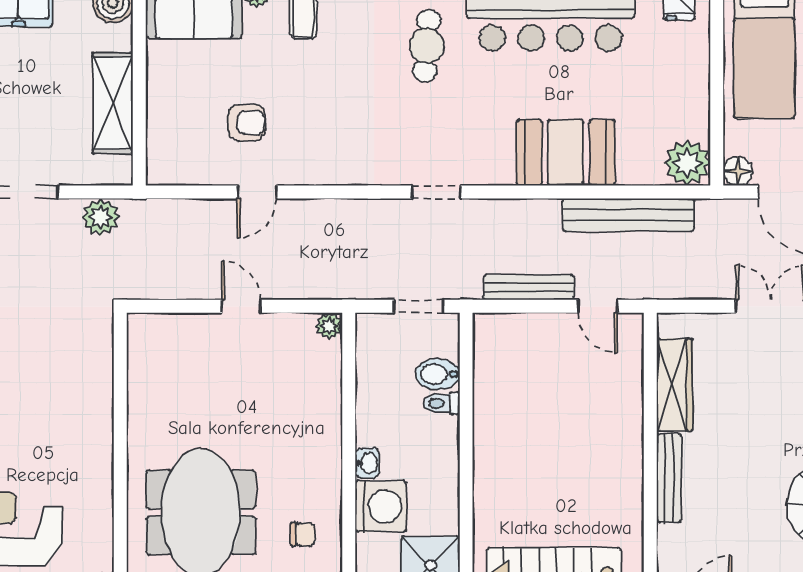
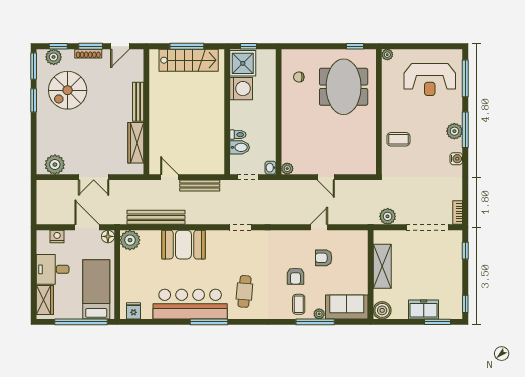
armchair: (310, 81) -> (295, 276), added
coffee table: (76, 393) -> (398, 139), added
washbasin: (367, 463) -> (270, 168), moved
washing machine: (381, 506) -> (241, 89), moved, turned 180

